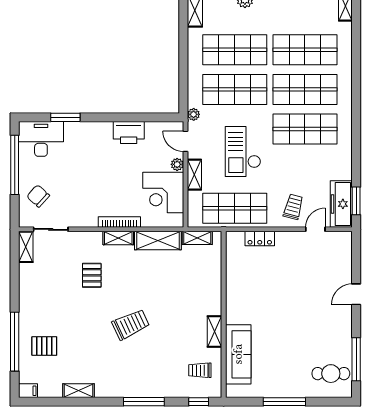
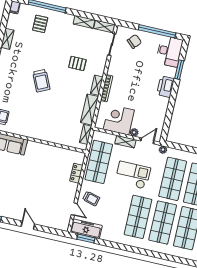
printer: (129, 133) -> (166, 87), moved
shelving: (215, 332) -> (84, 22), moved

